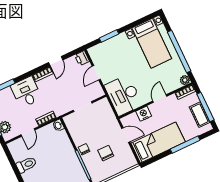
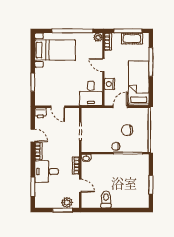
desk: (123, 95) -> (91, 93), width x0.73

